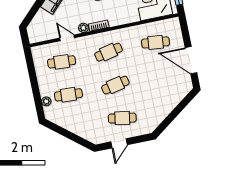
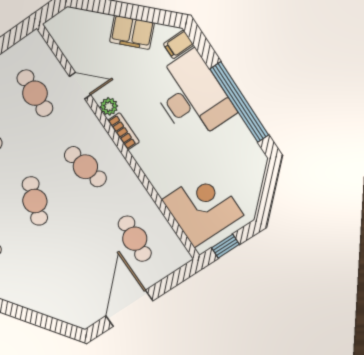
door: (67, 38) -> (80, 86), hinge flipped
cafe table: (115, 85) -> (35, 201), turned 33

